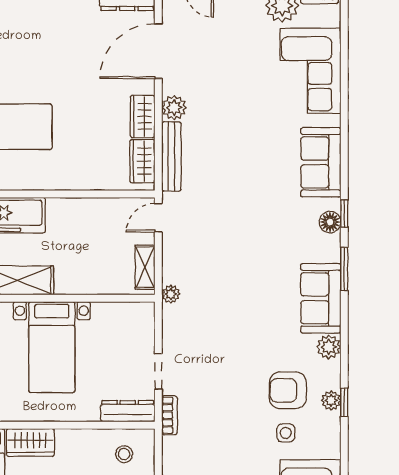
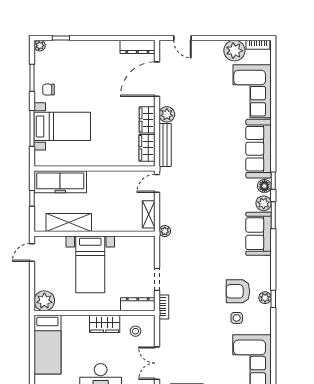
sofa: (321, 162) -> (259, 149), width x1.36
plant: (329, 347) -> (264, 203), moved
wardrobe: (30, 442) -> (105, 324), moved

